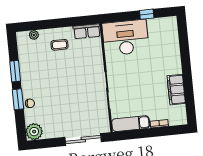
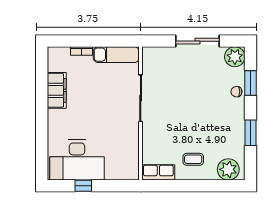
plant: (34, 35) -> (228, 169), width x1.88, depth x1.88
desk: (125, 38) -> (77, 160), moved
window: (18, 99) -> (250, 83), moved
sliding door: (83, 139) -> (198, 41), moved

